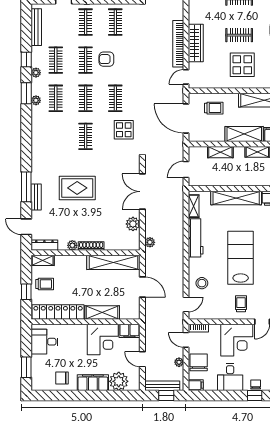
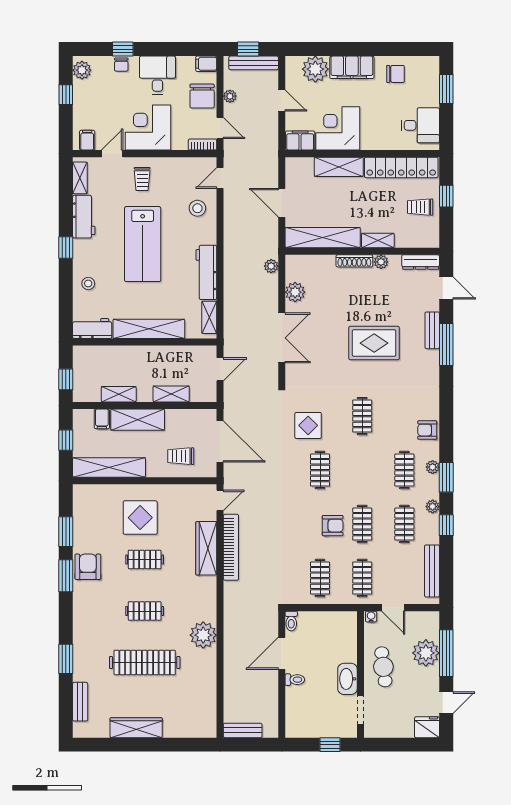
clothes rail: (86, 98) -> (362, 470), removed
armchair: (40, 127) -> (427, 430), added
shelving: (43, 260) -> (378, 241), moved

